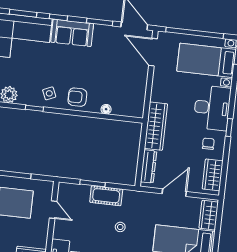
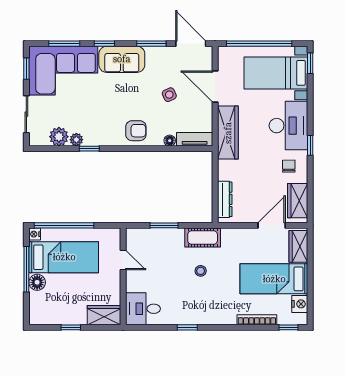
door: (153, 52) -> (215, 87), moved
side table: (49, 93) -> (169, 95), moved
armchair: (77, 97) -> (136, 131), turned 180
plant: (24, 99) -> (76, 140), added
tv unit: (128, 111) -> (195, 139), added
wardrobe: (156, 126) -> (228, 133), moved
door: (174, 193) -> (272, 225), moved
cot: (106, 196) -> (203, 238), moved

